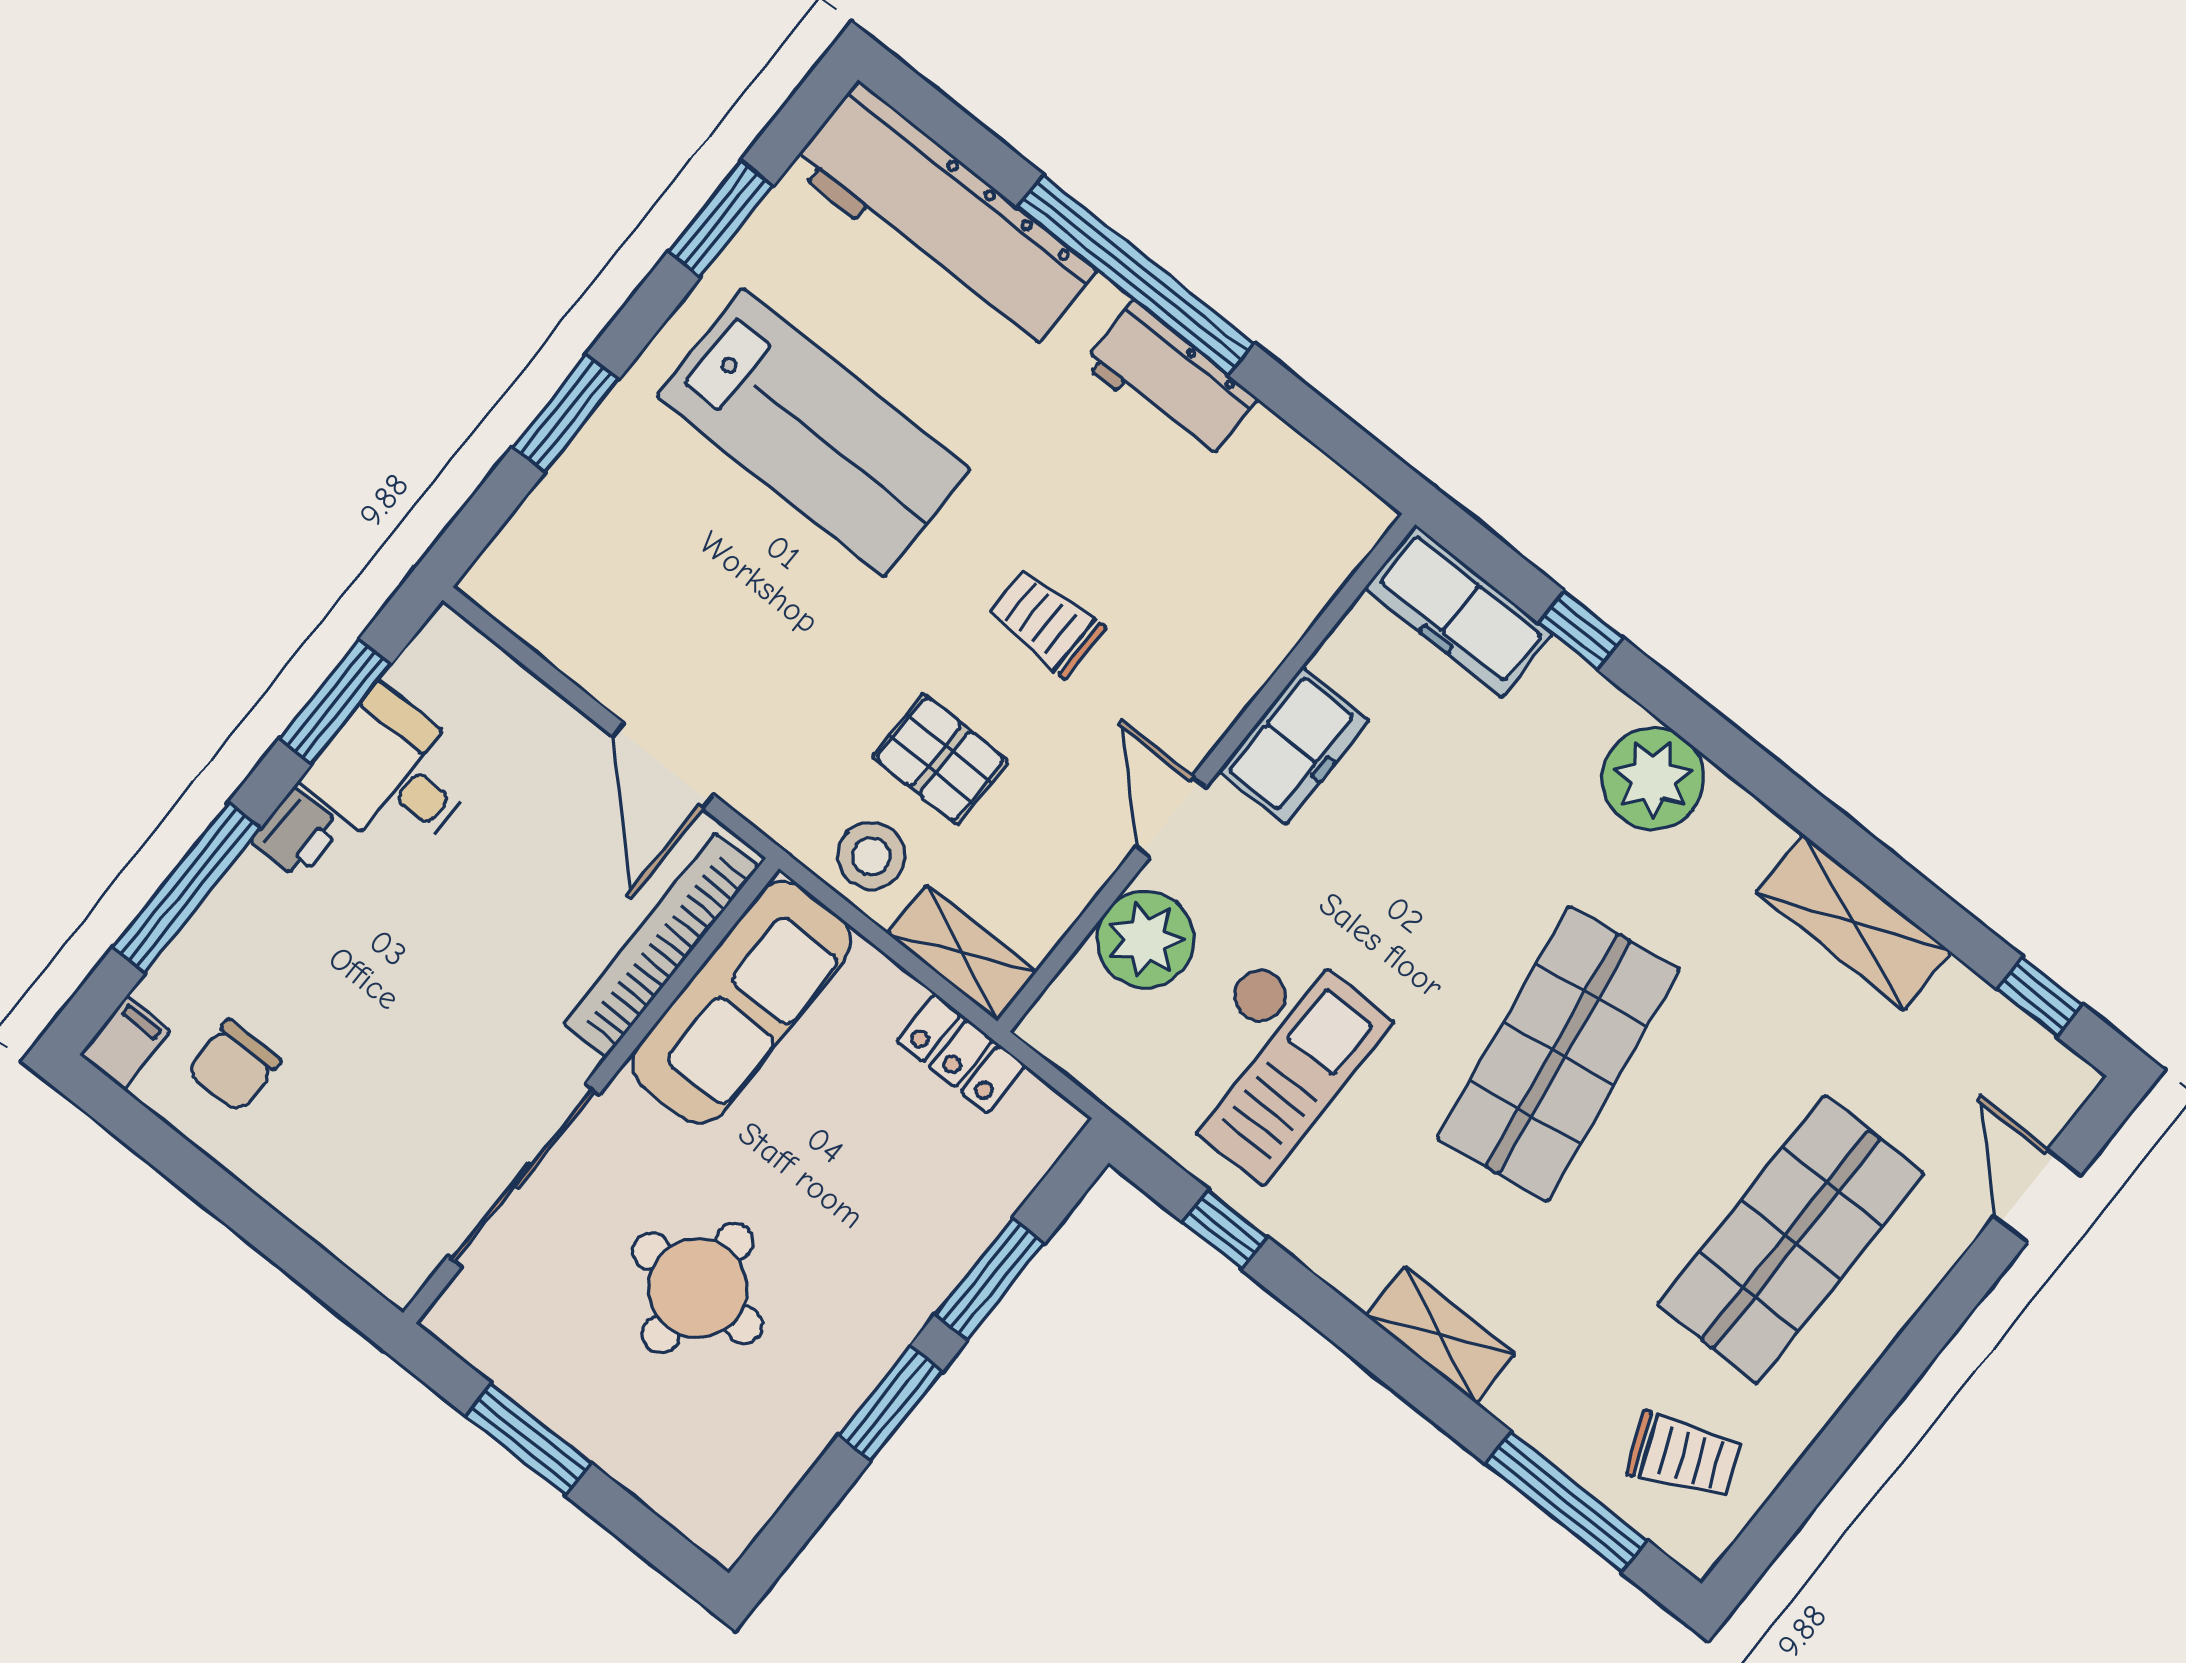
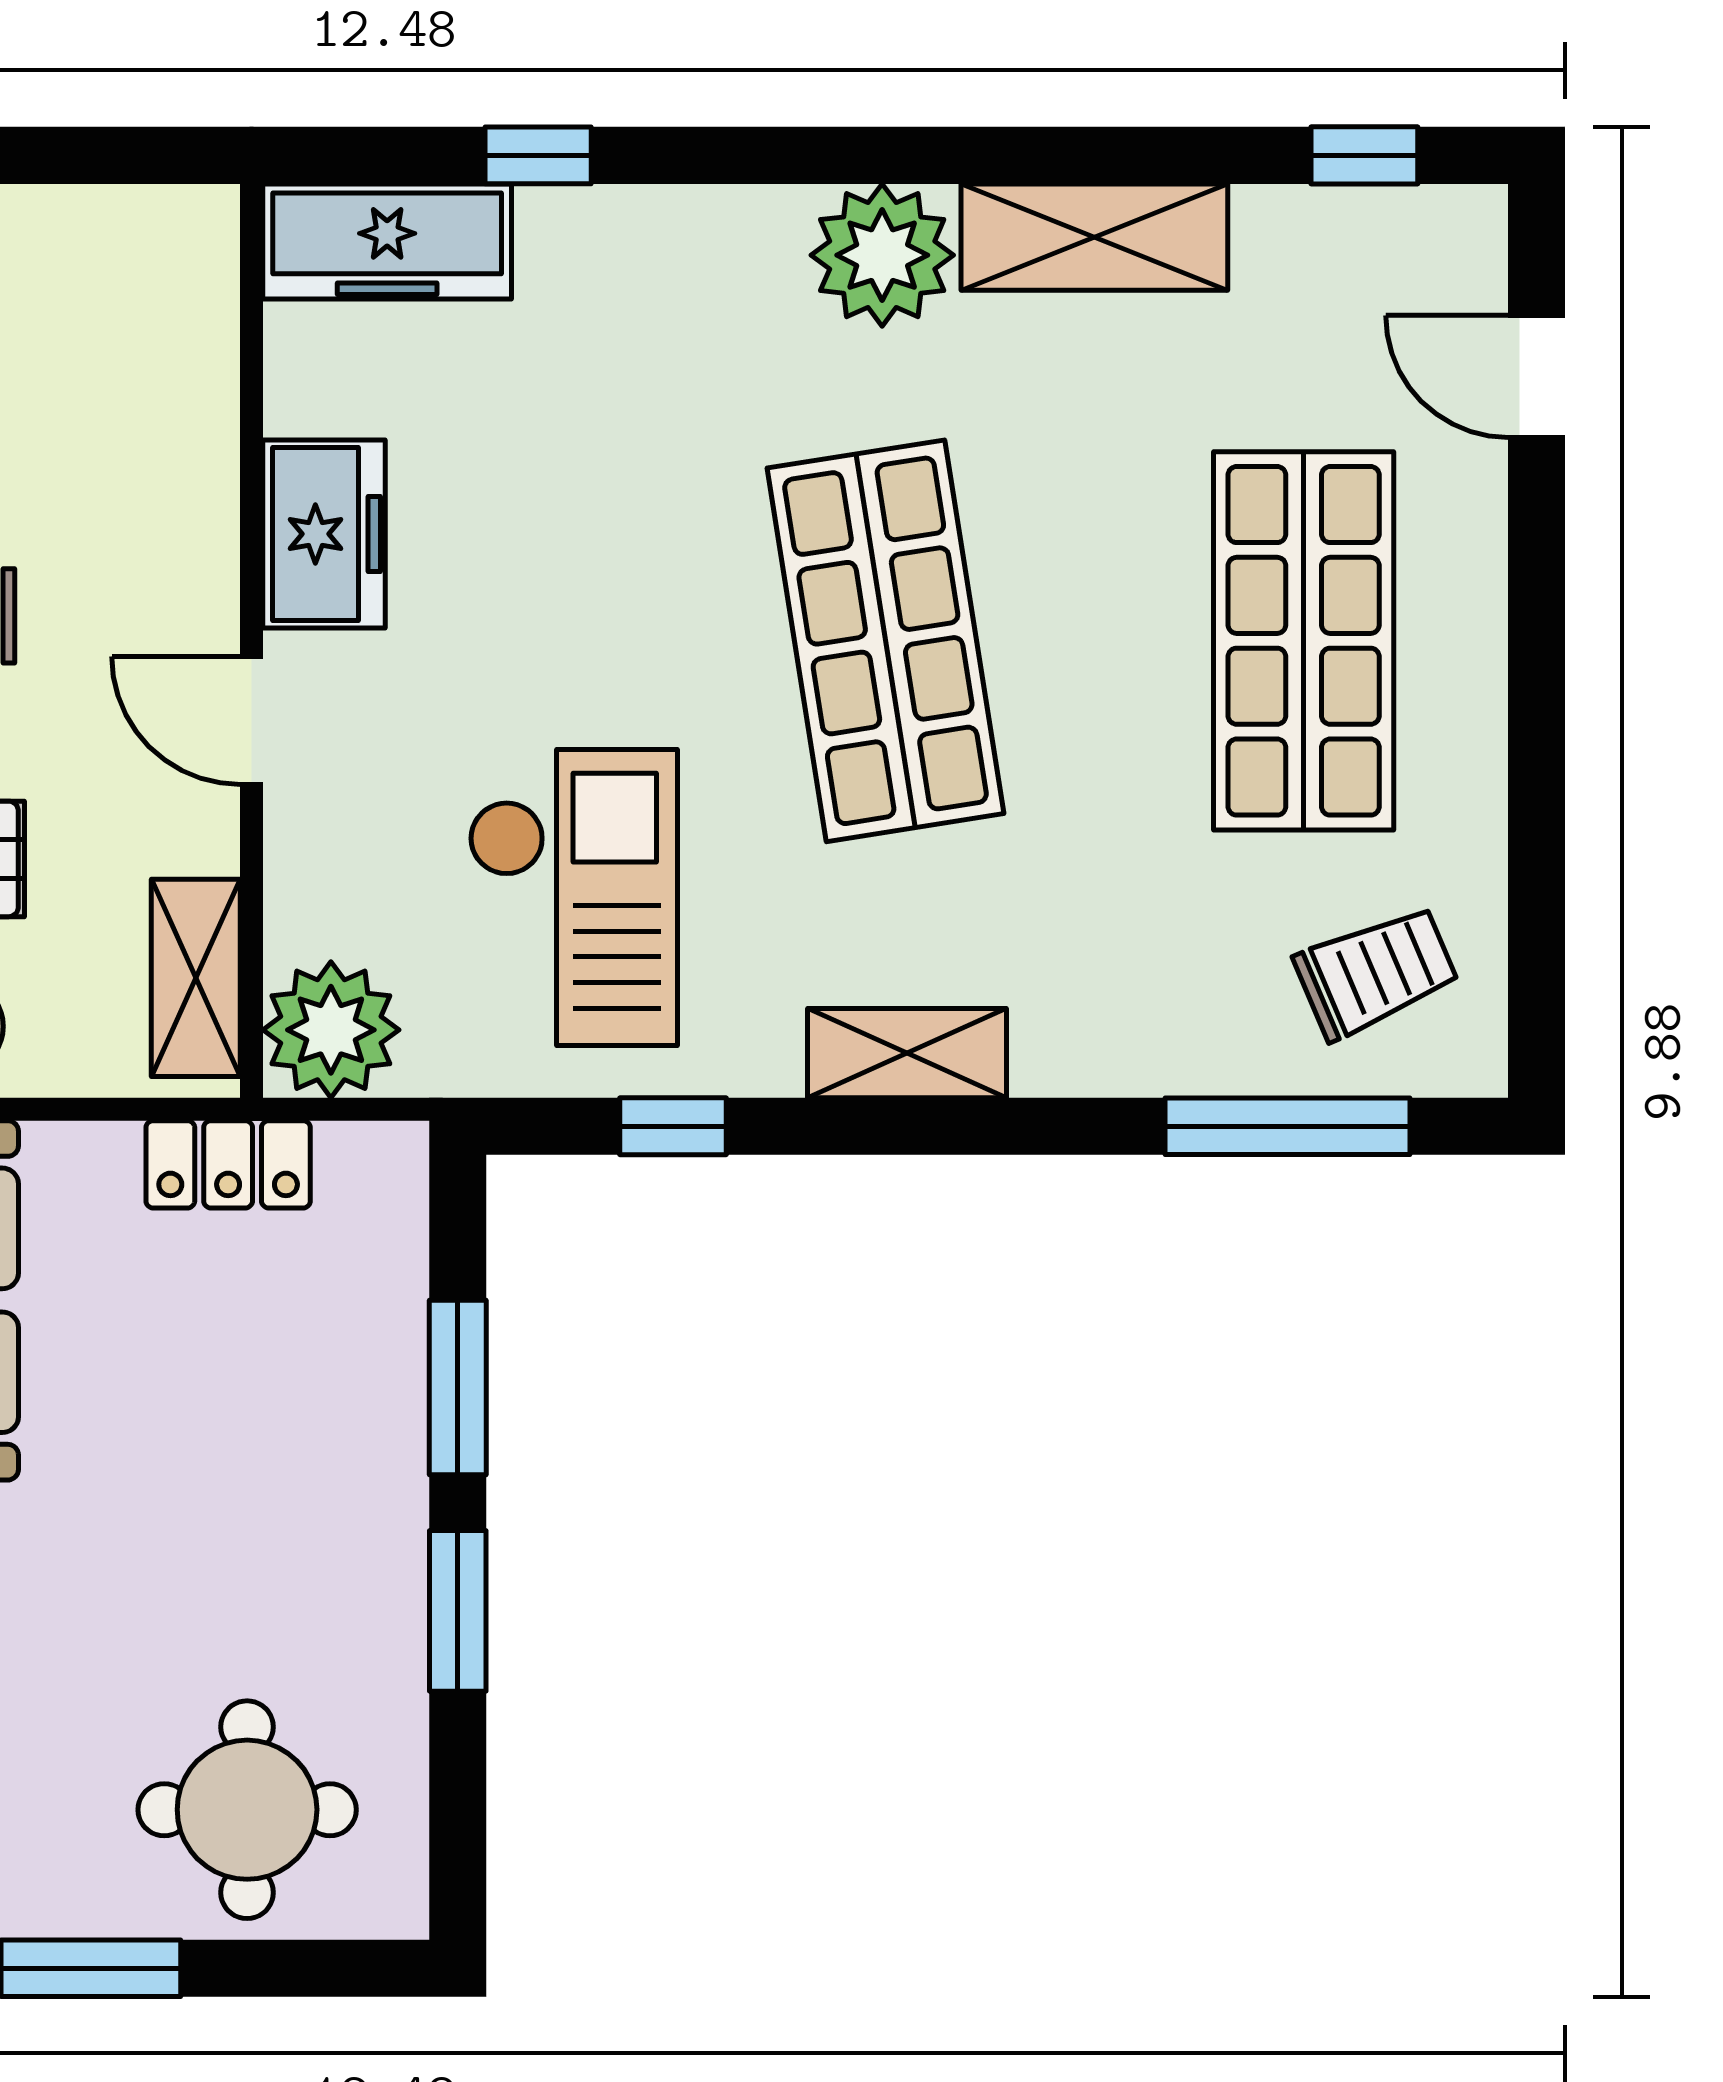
plant: (1653, 779) -> (882, 255), moved
plant: (1145, 940) -> (331, 1030), moved
shelving: (962, 953) -> (196, 978), moved, turned 90
round table: (698, 1288) -> (247, 1810), moved
shelving: (1440, 1335) -> (907, 1053), moved

